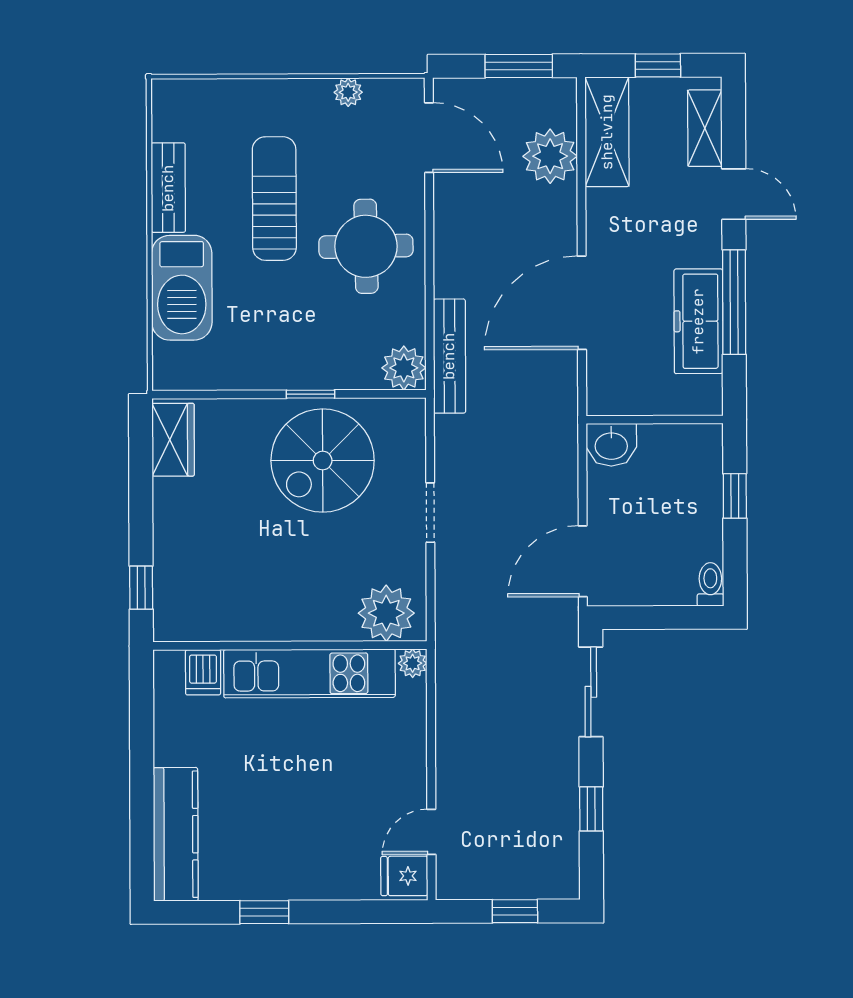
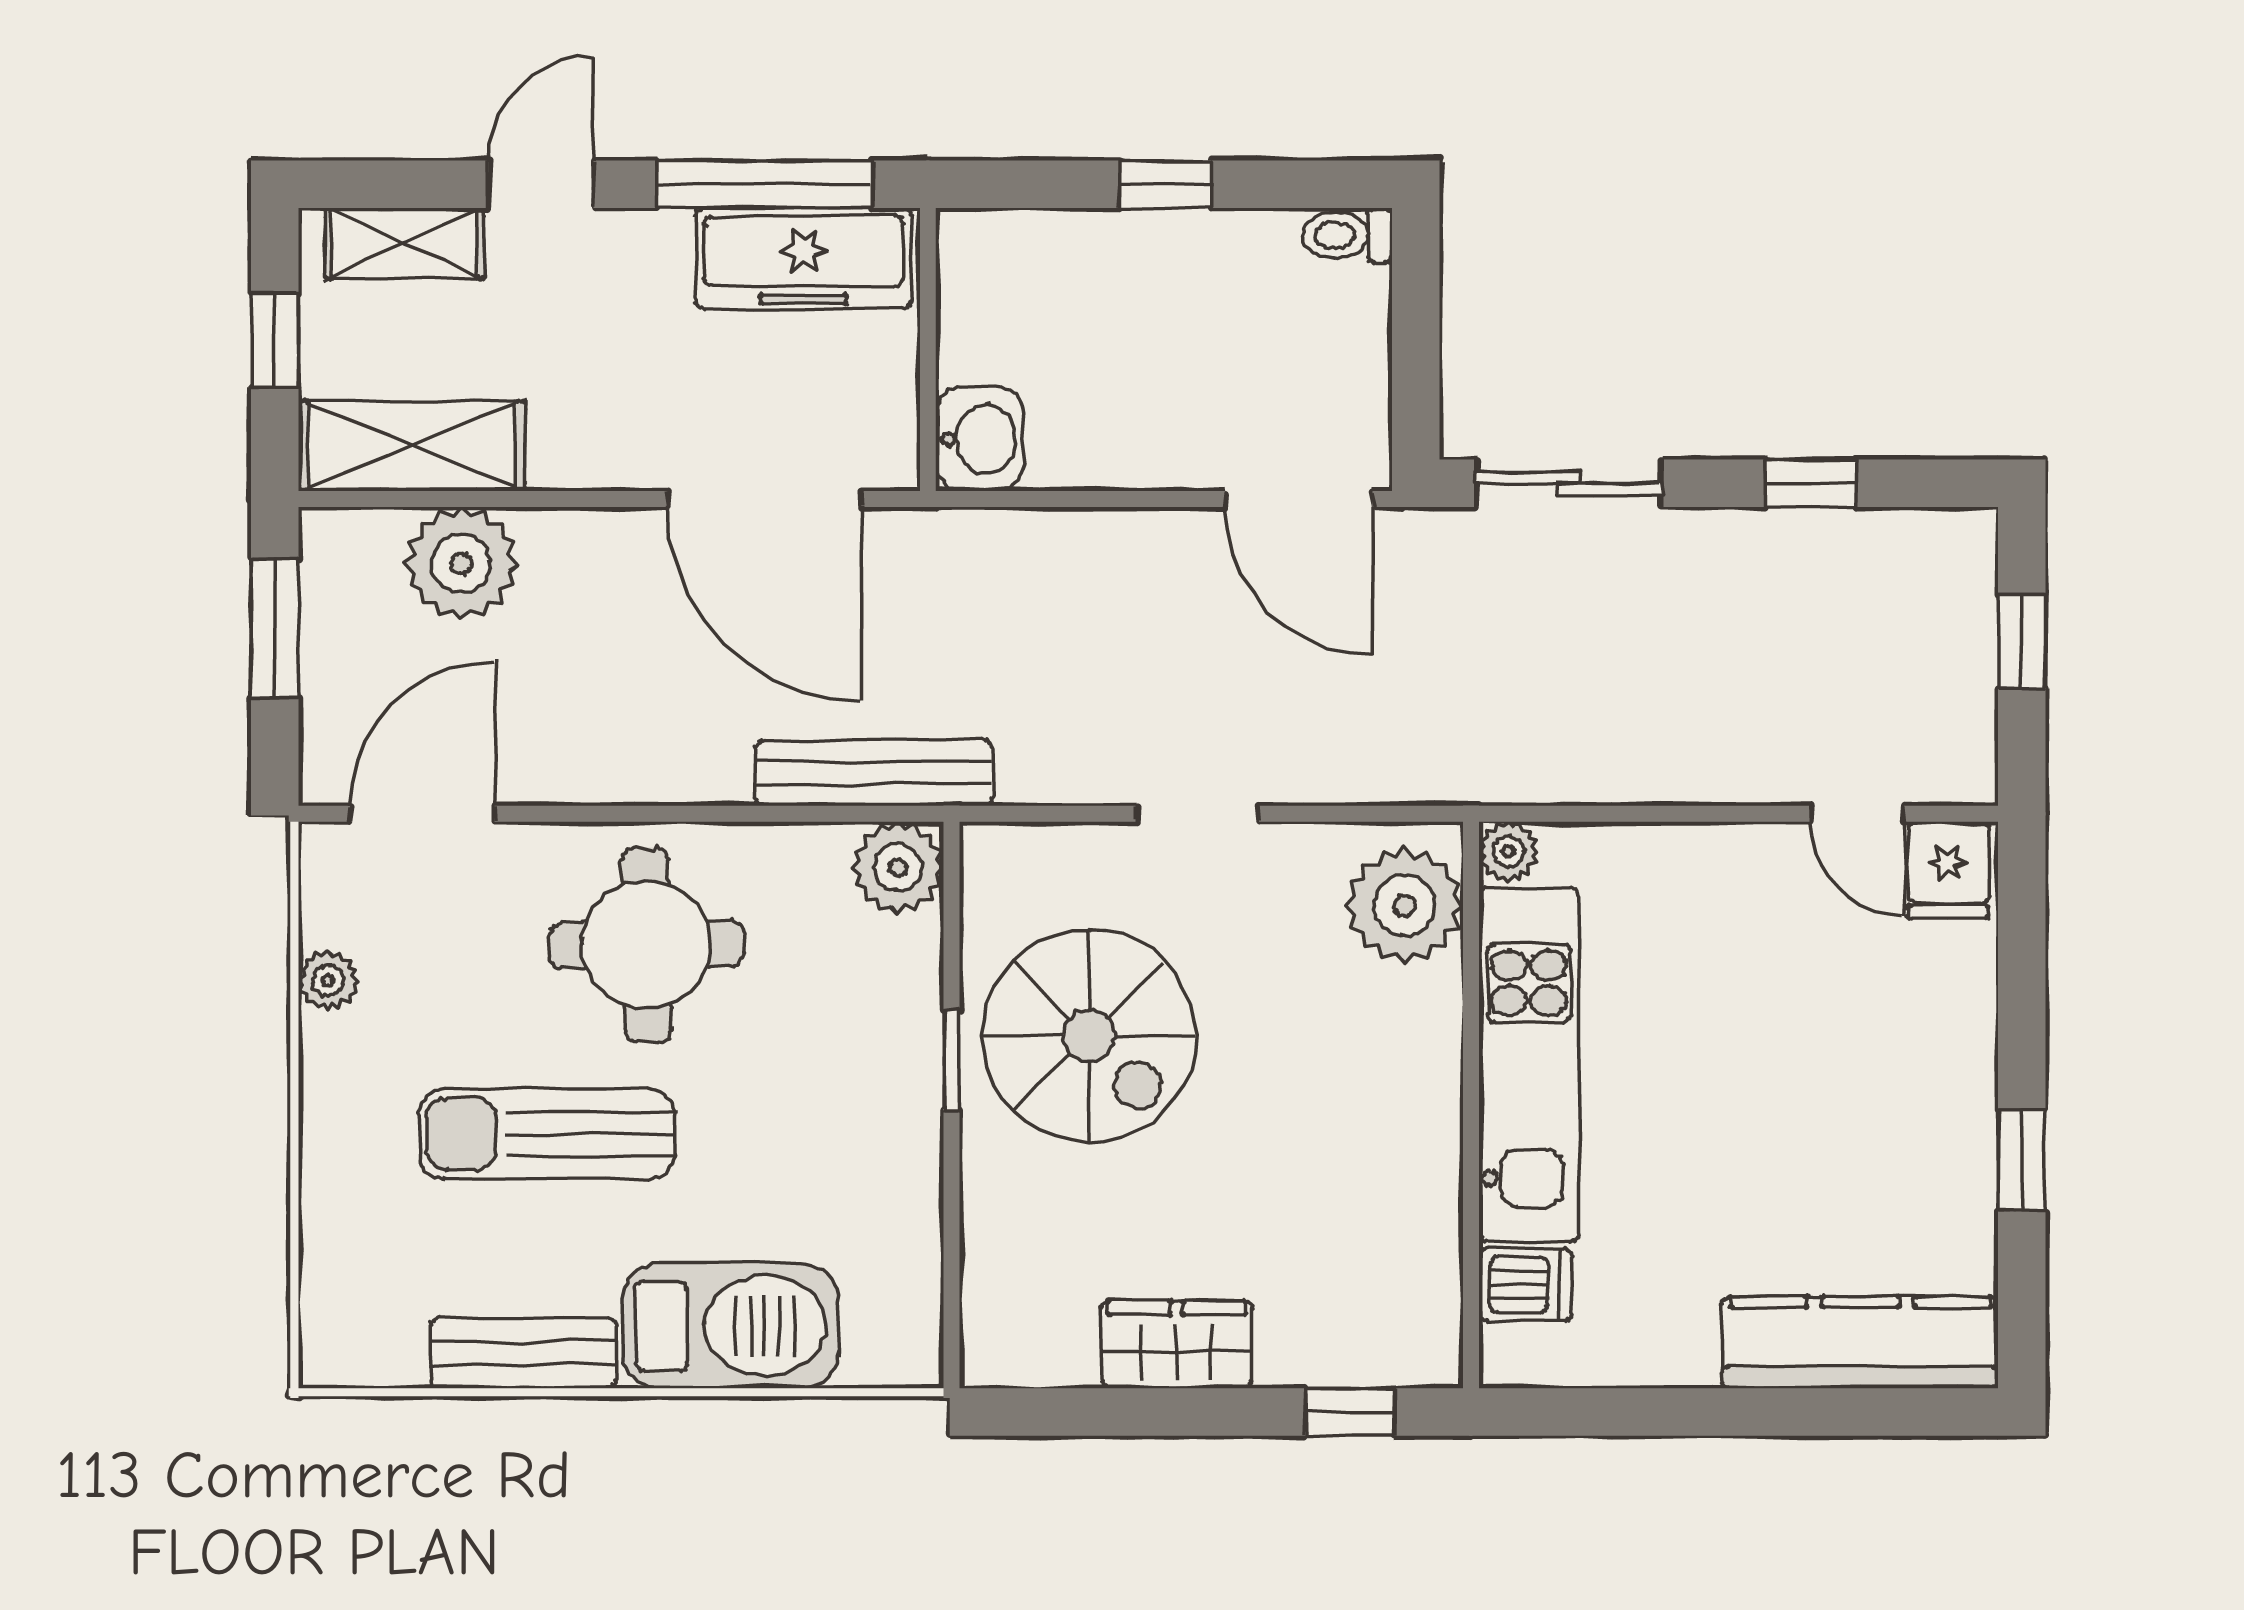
wall: (655, 420) -> (928, 349), moved
wardrobe: (173, 440) -> (1177, 1345), moved
washbasin: (611, 445) -> (980, 439), moved

